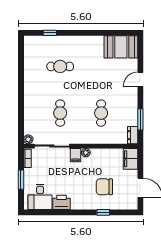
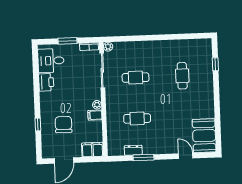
door: (140, 79) -> (186, 156), moved
window: (140, 119) -> (144, 158), moved
dresser: (133, 135) -> (133, 150), moved
filing cabinet: (76, 155) -> (95, 115), moved

